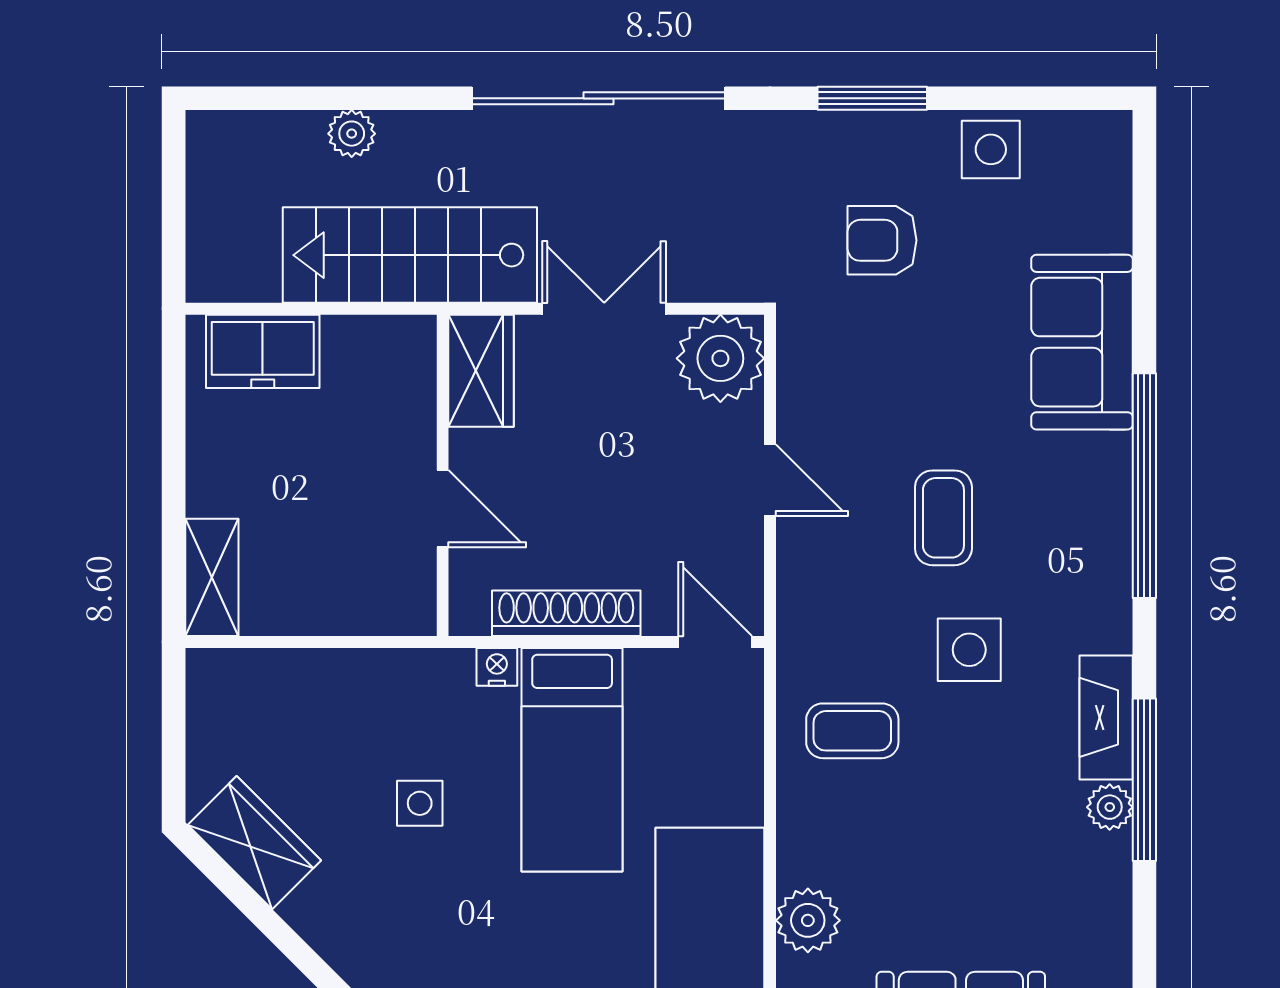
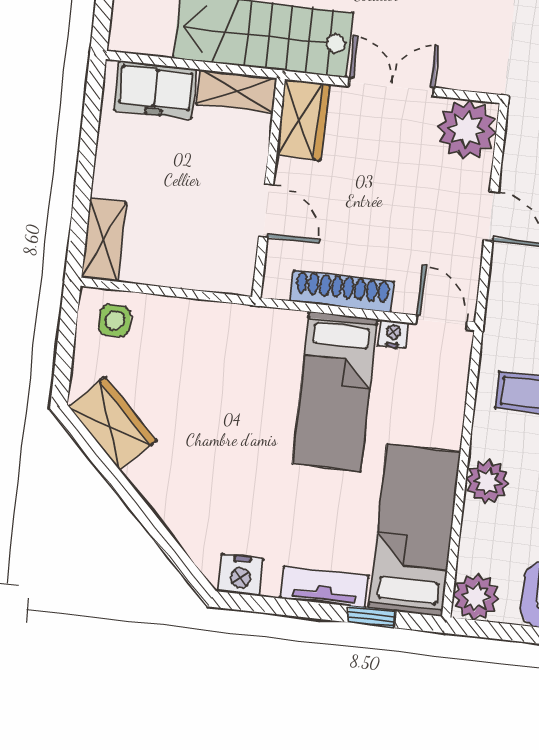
shelving: (380, 340) -> (237, 91), added
nightstand: (497, 667) -> (393, 334), moved
side table: (420, 803) -> (115, 321), moved
plant: (808, 920) -> (487, 482), moved

